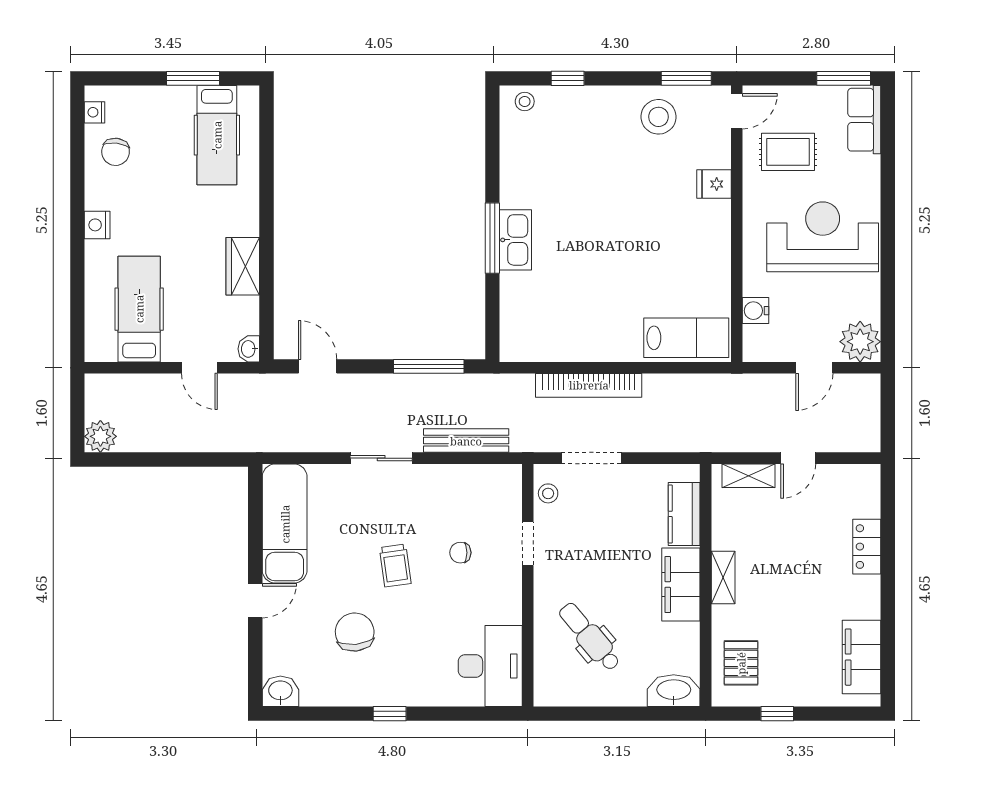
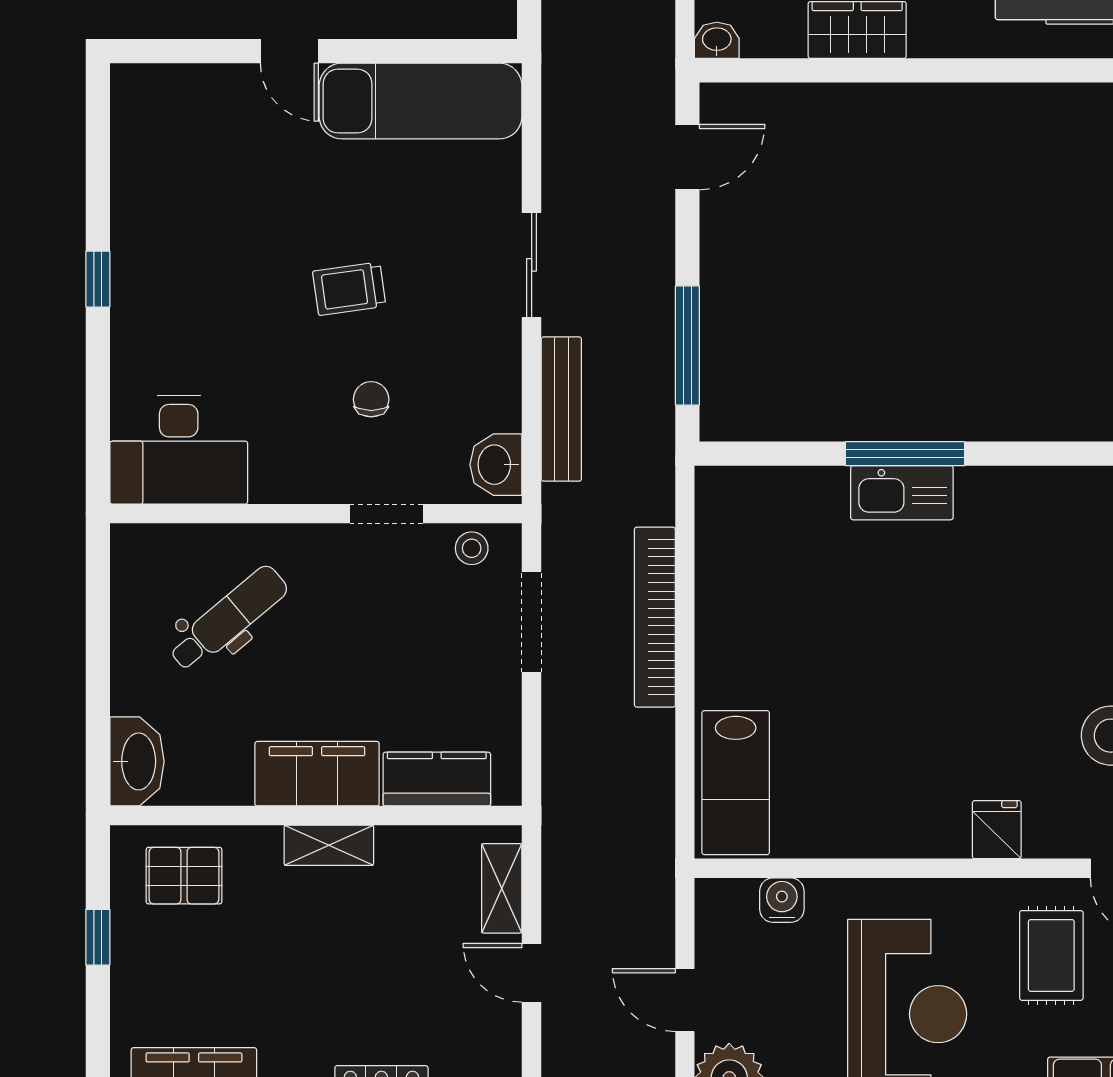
chair: (355, 632) -> (236, 220), removed
washbasin: (280, 691) -> (496, 465), moved, turned 180

